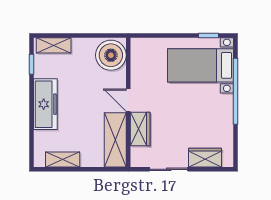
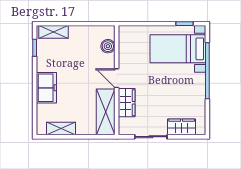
boiler: (111, 55) -> (108, 46), width x0.54, depth x0.54
freezer: (45, 104) -> (46, 88), width x0.71

